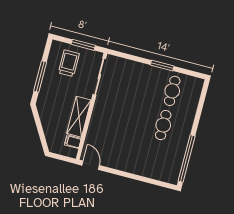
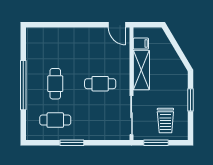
window: (40, 77) -> (191, 100), width x0.69
cafe table: (172, 91) -> (55, 120), turned 90
cafe table: (121, 114) -> (100, 84), added
window: (187, 158) -> (23, 85), moved

